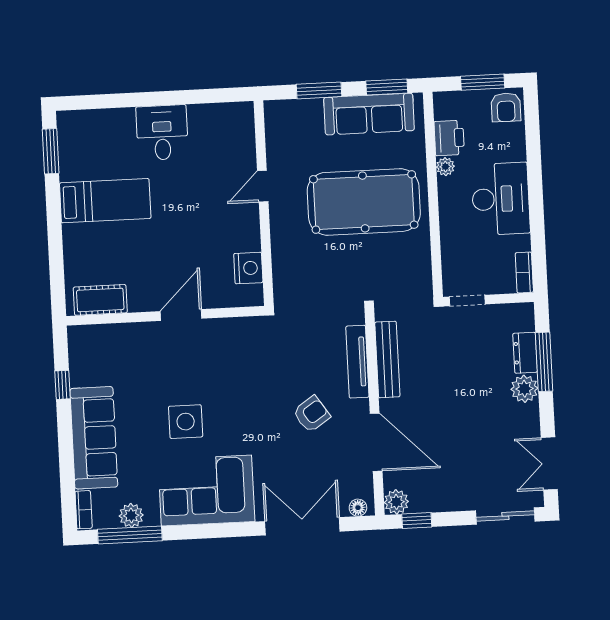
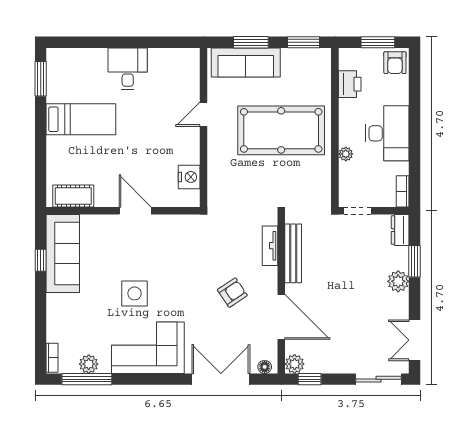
sofa: (369, 114) -> (246, 62), moved
plant: (445, 167) -> (346, 154), moved
door: (181, 315) -> (135, 211), hinge flipped
dresser: (525, 353) -> (400, 230), moved
tv unit: (357, 362) -> (270, 246), width x0.71
window: (544, 362) -> (415, 261), width x0.69
sofa: (94, 438) -> (63, 254), moved

